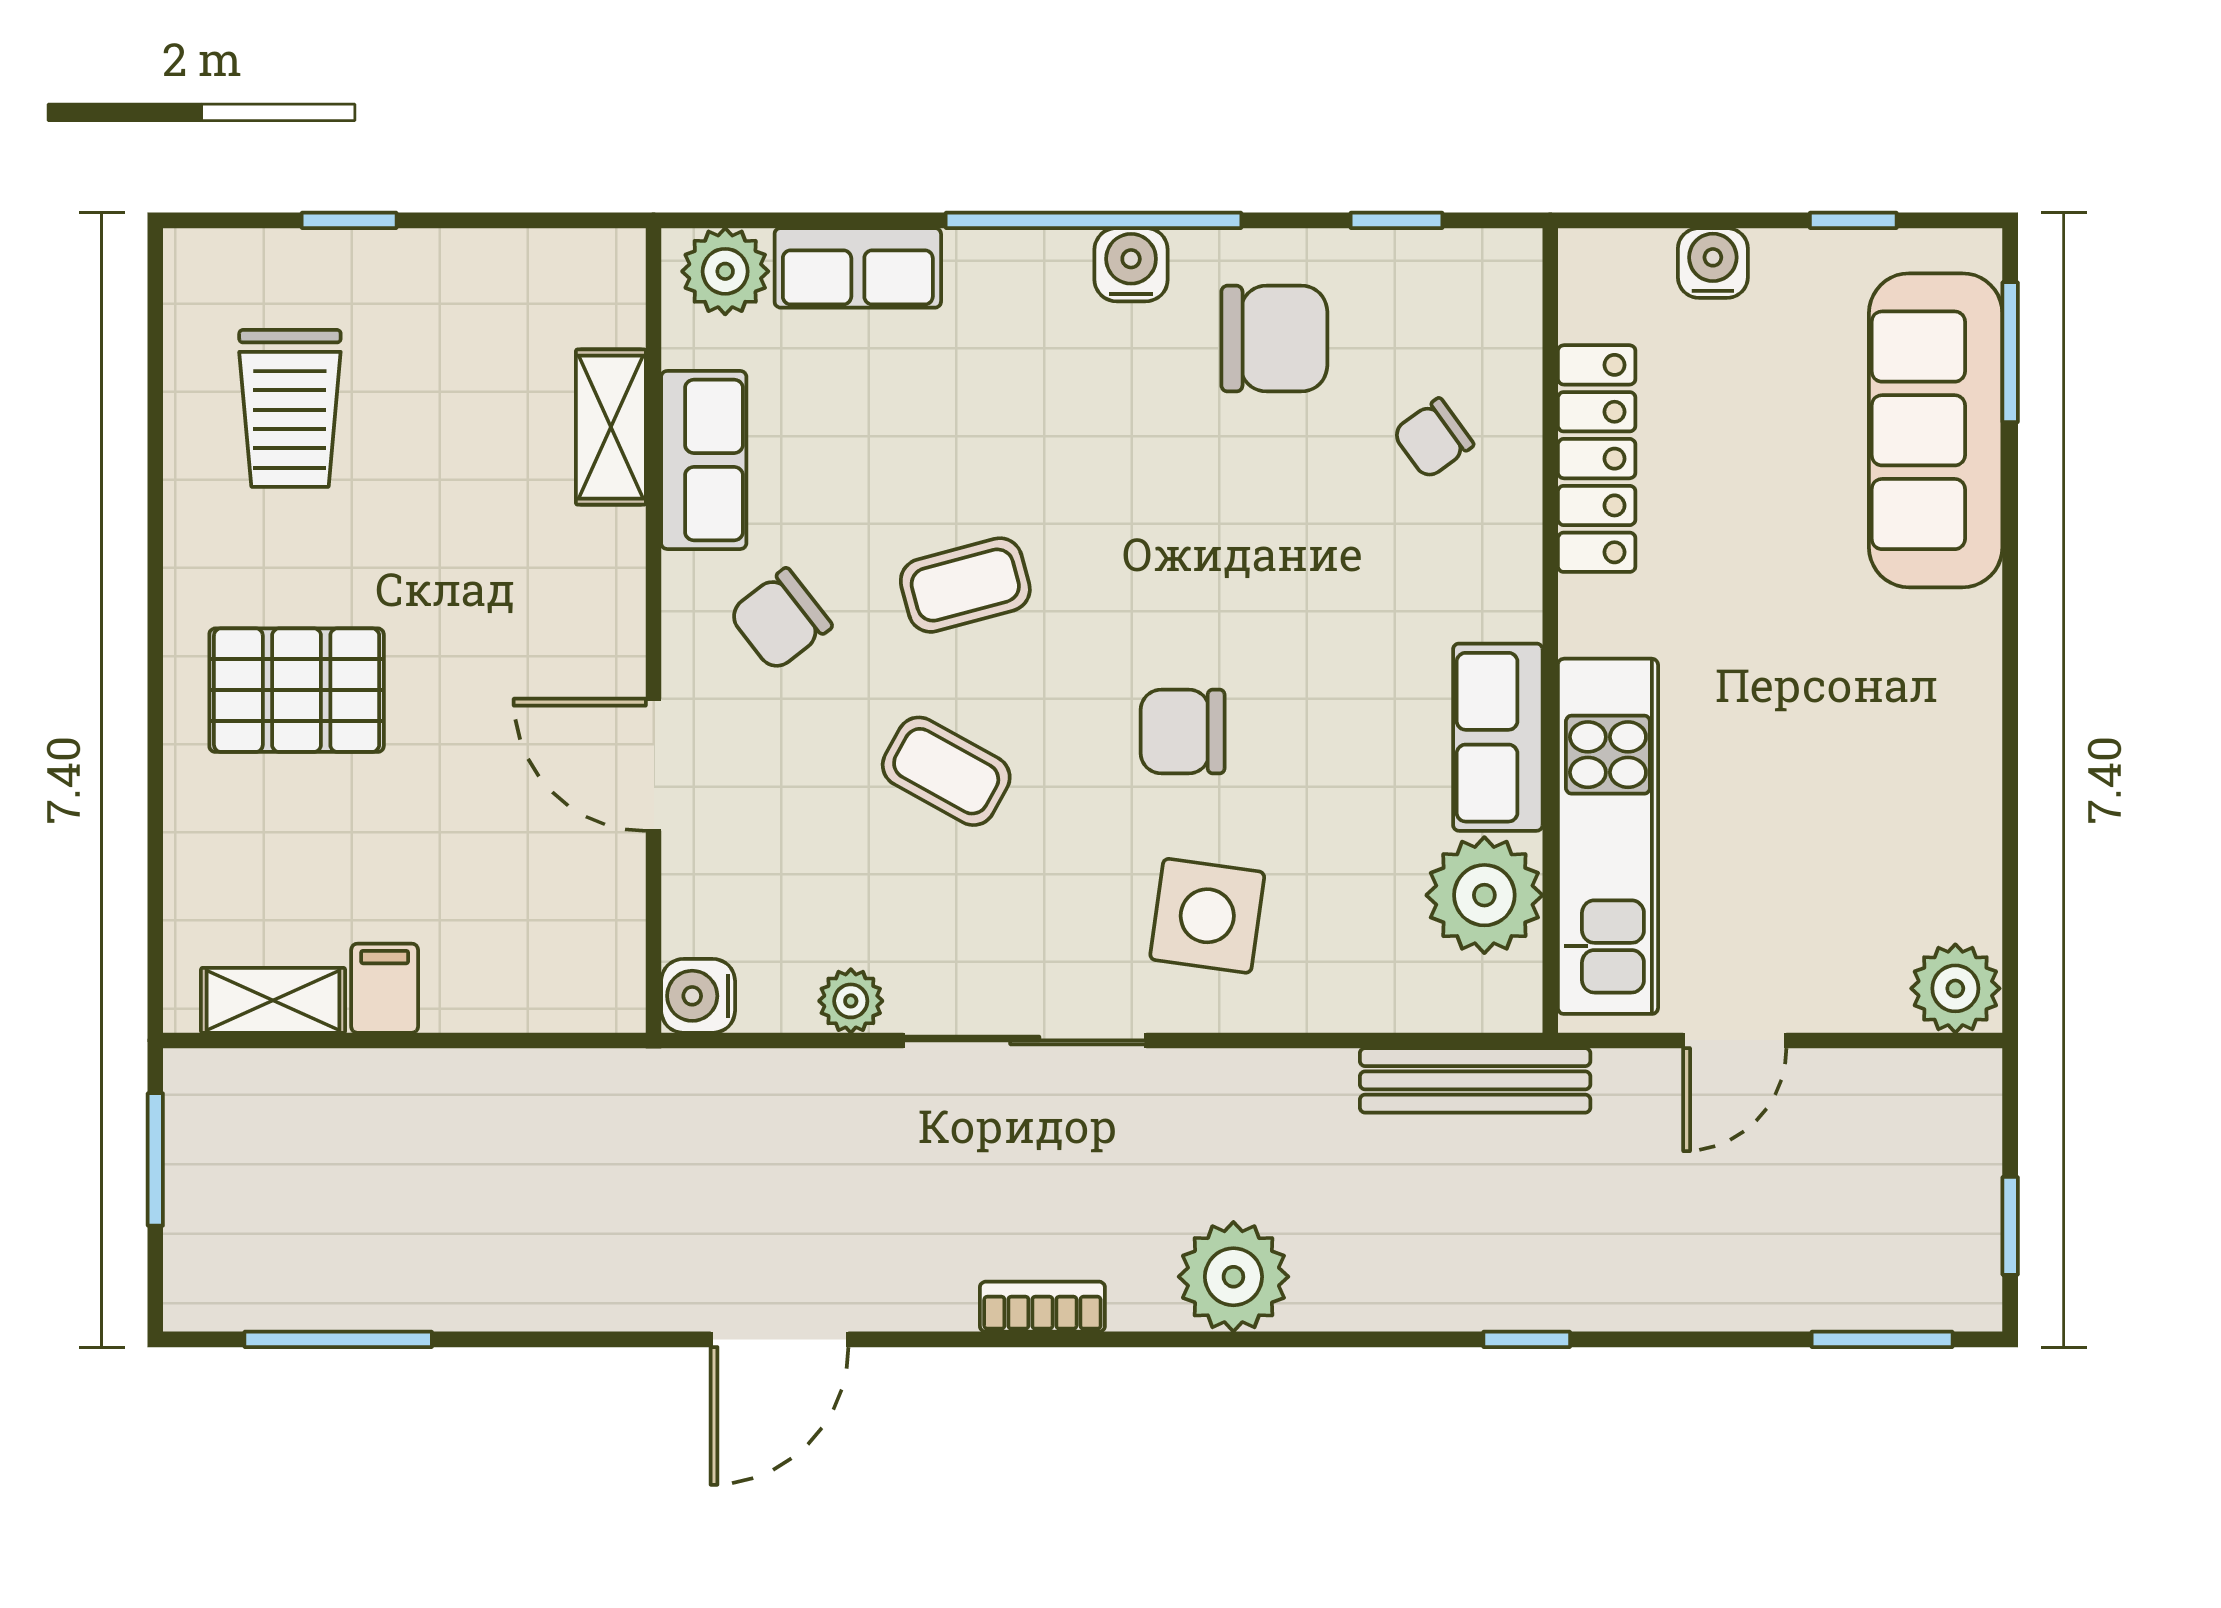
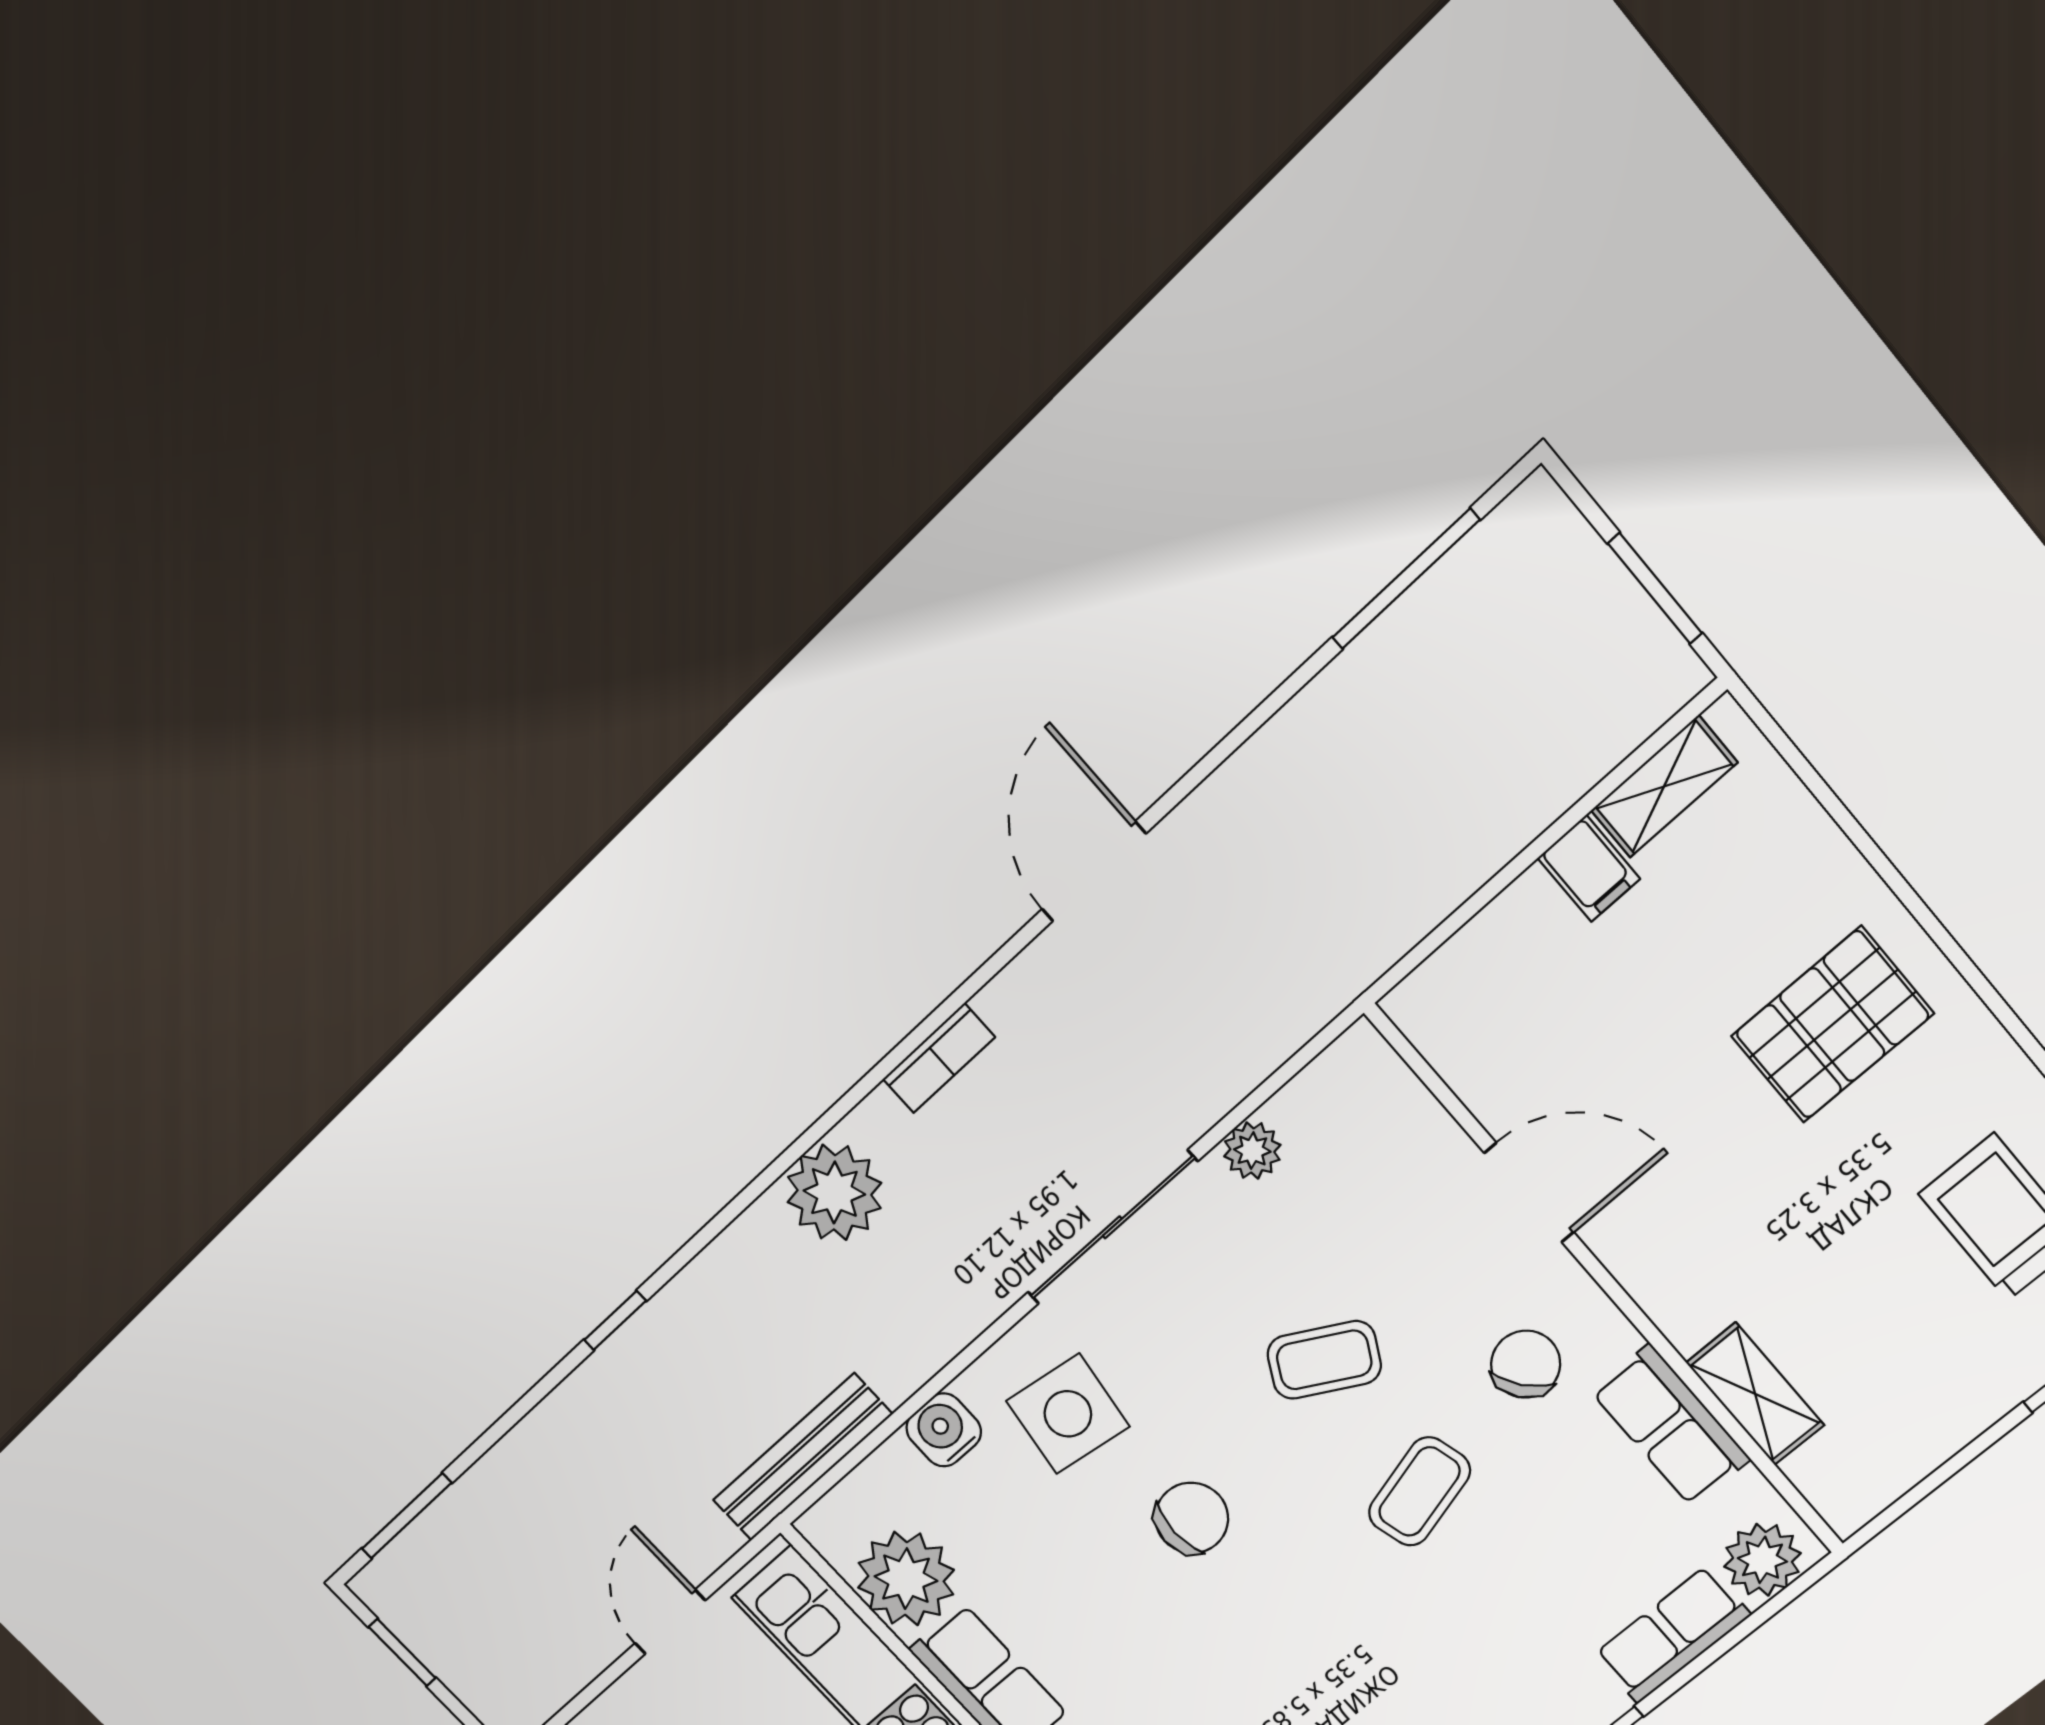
water cooler: (698, 996) -> (944, 1430), moved, turned -90

